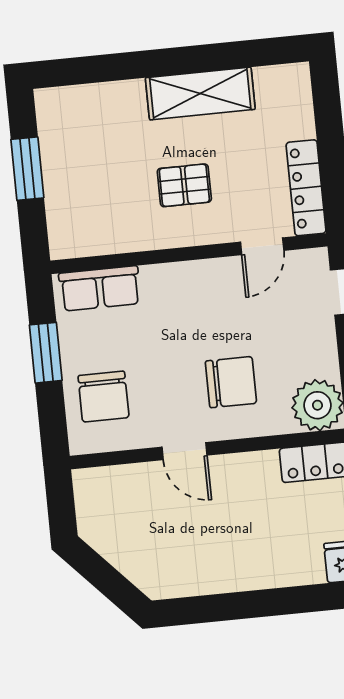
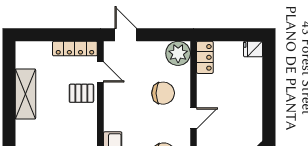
pallet: (184, 185) -> (81, 93), moved, turned 90
chair: (231, 382) -> (163, 93), turned 90

